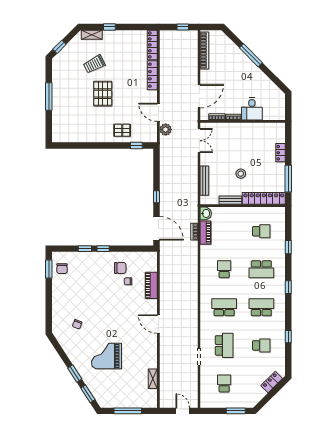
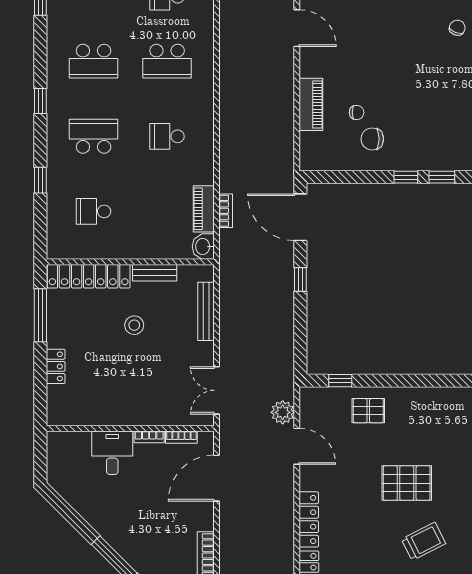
pallet: (103, 94) -> (407, 483), turned 90
school desk: (224, 269) -> (167, 136), turned 90

